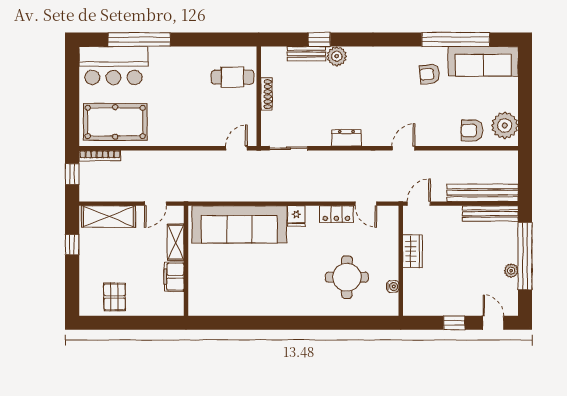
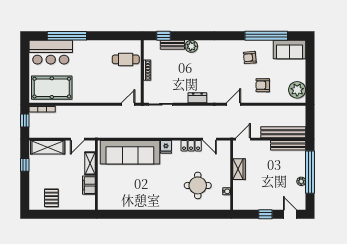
window: (319, 40) -> (164, 36), moved
sofa: (483, 61) -> (289, 49), width x0.73
armchair: (472, 131) -> (263, 85), moved

